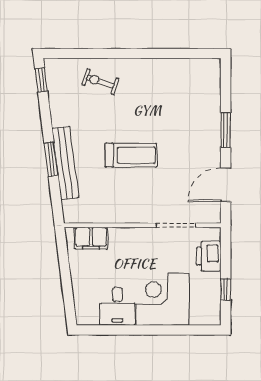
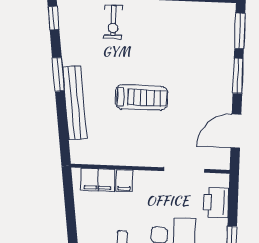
exercise bike: (100, 82) -> (113, 22), turned -108
window: (226, 86) -> (240, 31), added
window: (51, 159) -> (58, 74), moved
filing cabinet: (117, 238) -> (124, 181), added

